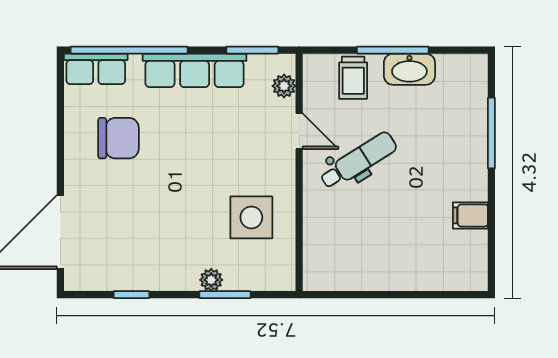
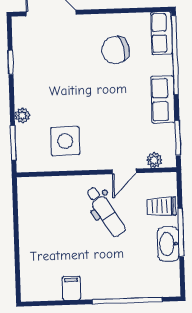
row of seats: (195, 70) -> (163, 100), width x0.68
window: (491, 133) -> (127, 301), width x1.46
chair: (118, 138) -> (115, 50), turned 78
window: (225, 295) -> (13, 143), moved

